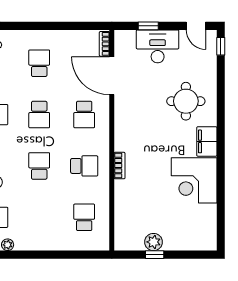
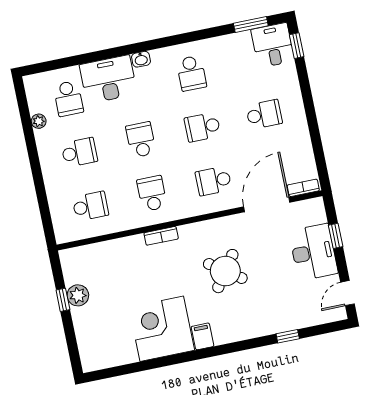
window: (221, 46) -> (288, 336), moved
round table: (186, 101) -> (225, 271), moved, turned 35
filing cabinet: (207, 141) -> (203, 336), width x0.50
school desk: (39, 166) -> (141, 140), turned -90
school desk: (84, 166) -> (152, 194), turned 180
school desk: (39, 217) -> (79, 152), added

